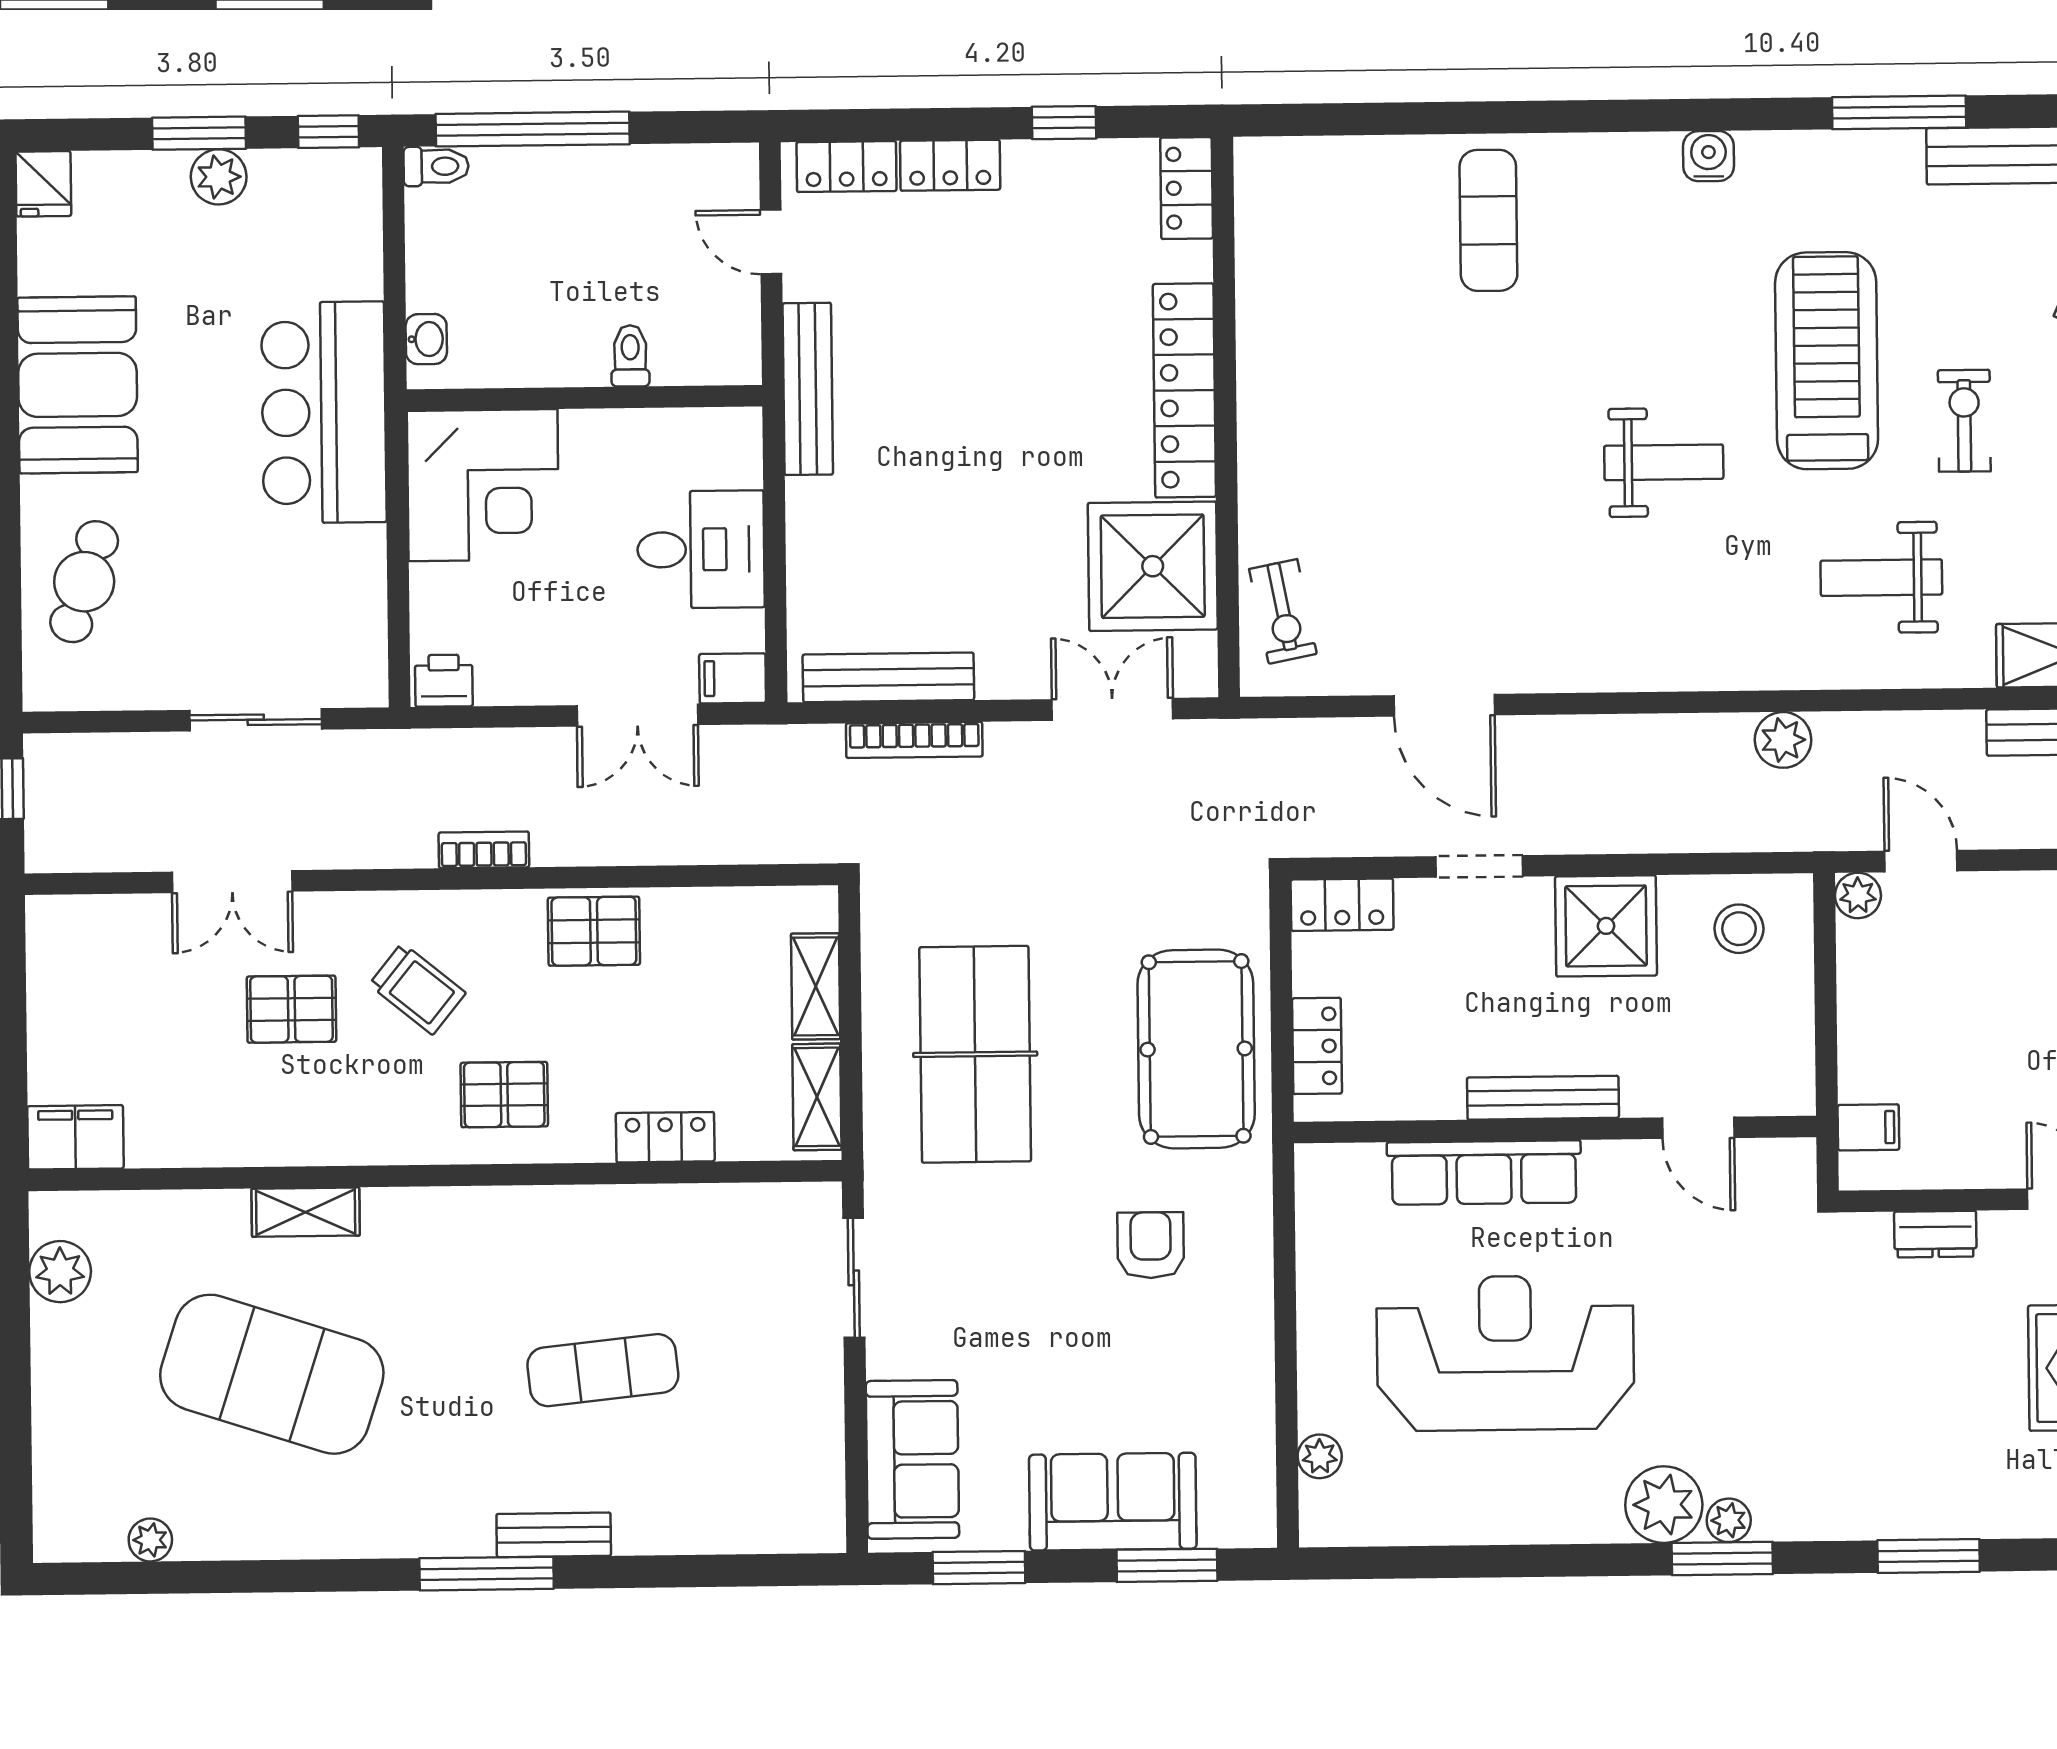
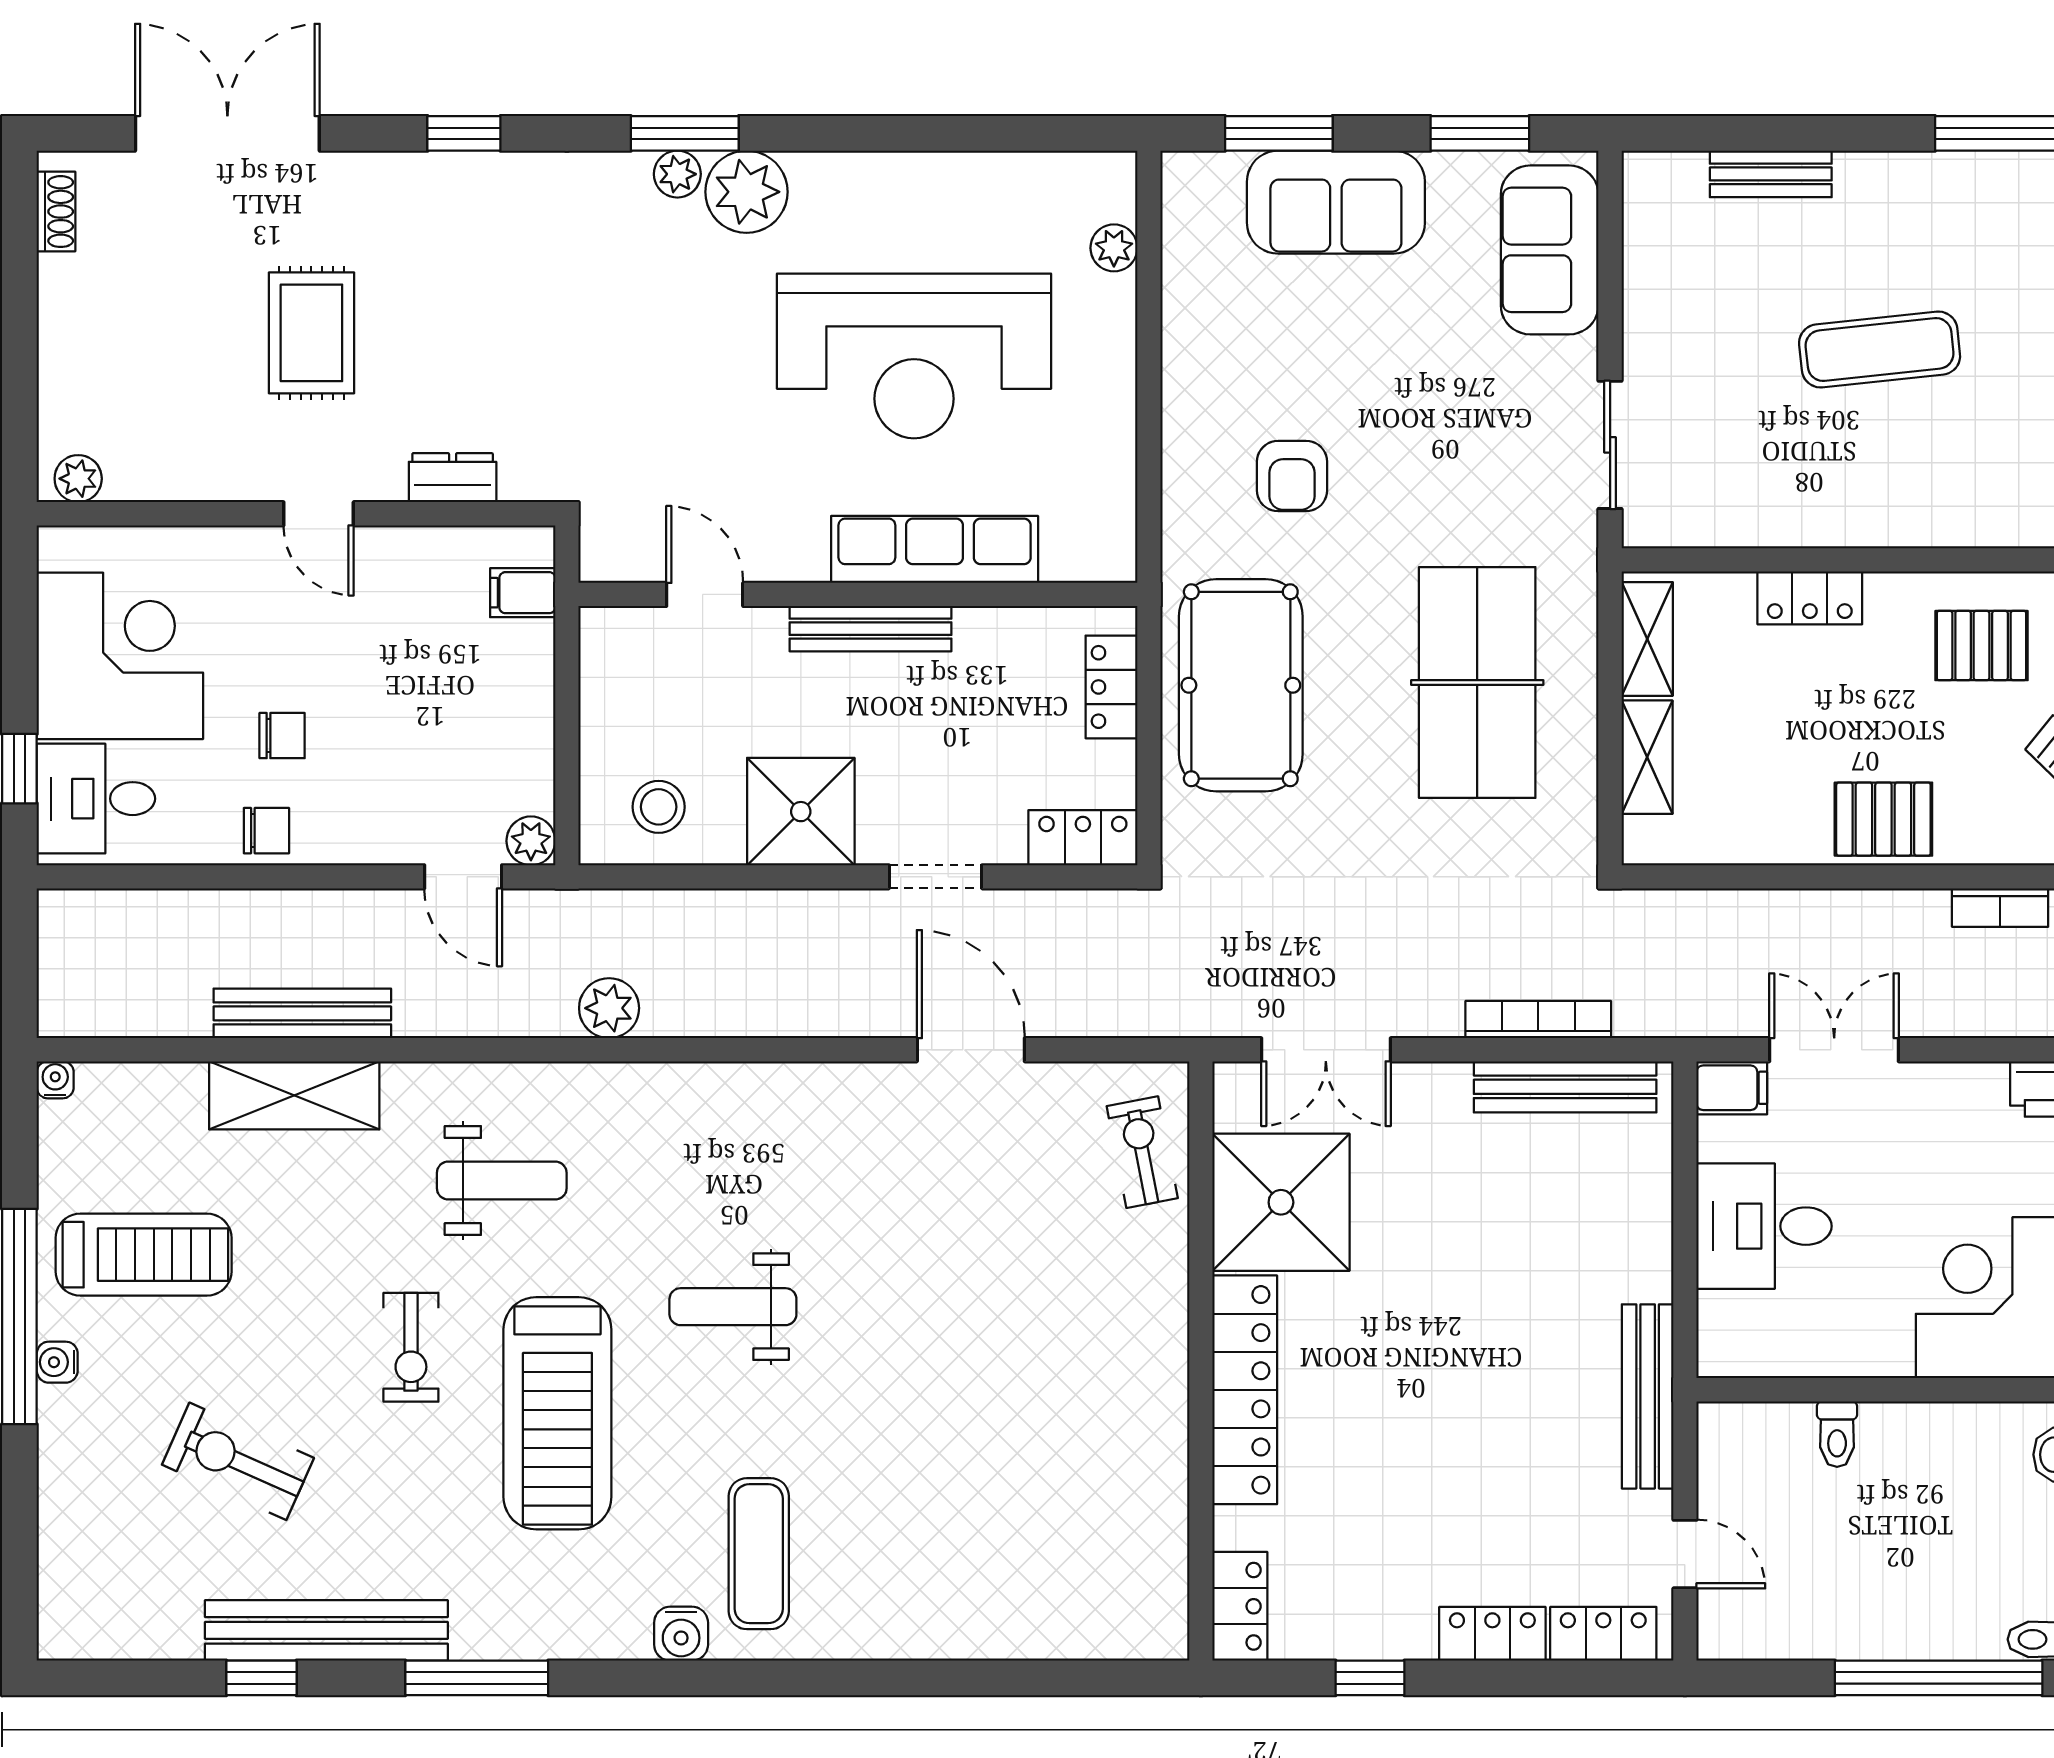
exercise mat: (1488, 220) -> (759, 1554), moved
bench: (554, 1535) -> (1771, 174), moved
window: (1929, 1556) -> (464, 133), width x0.67

